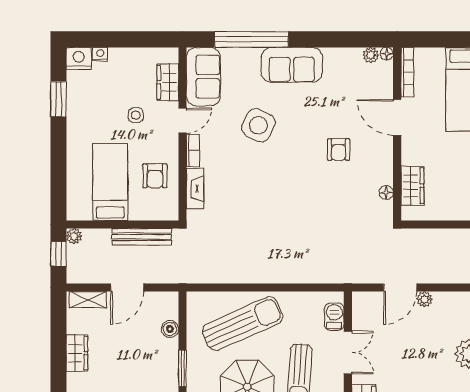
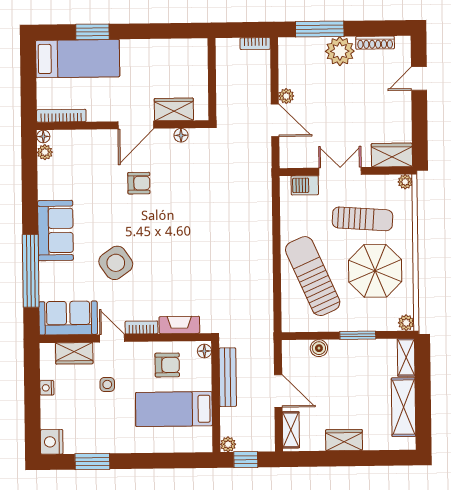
nightstand: (100, 54) -> (47, 388), moved
door: (397, 117) -> (136, 125), moved
side table: (258, 125) -> (116, 263), turned 30
floor lamp: (168, 214) -> (204, 351), added

